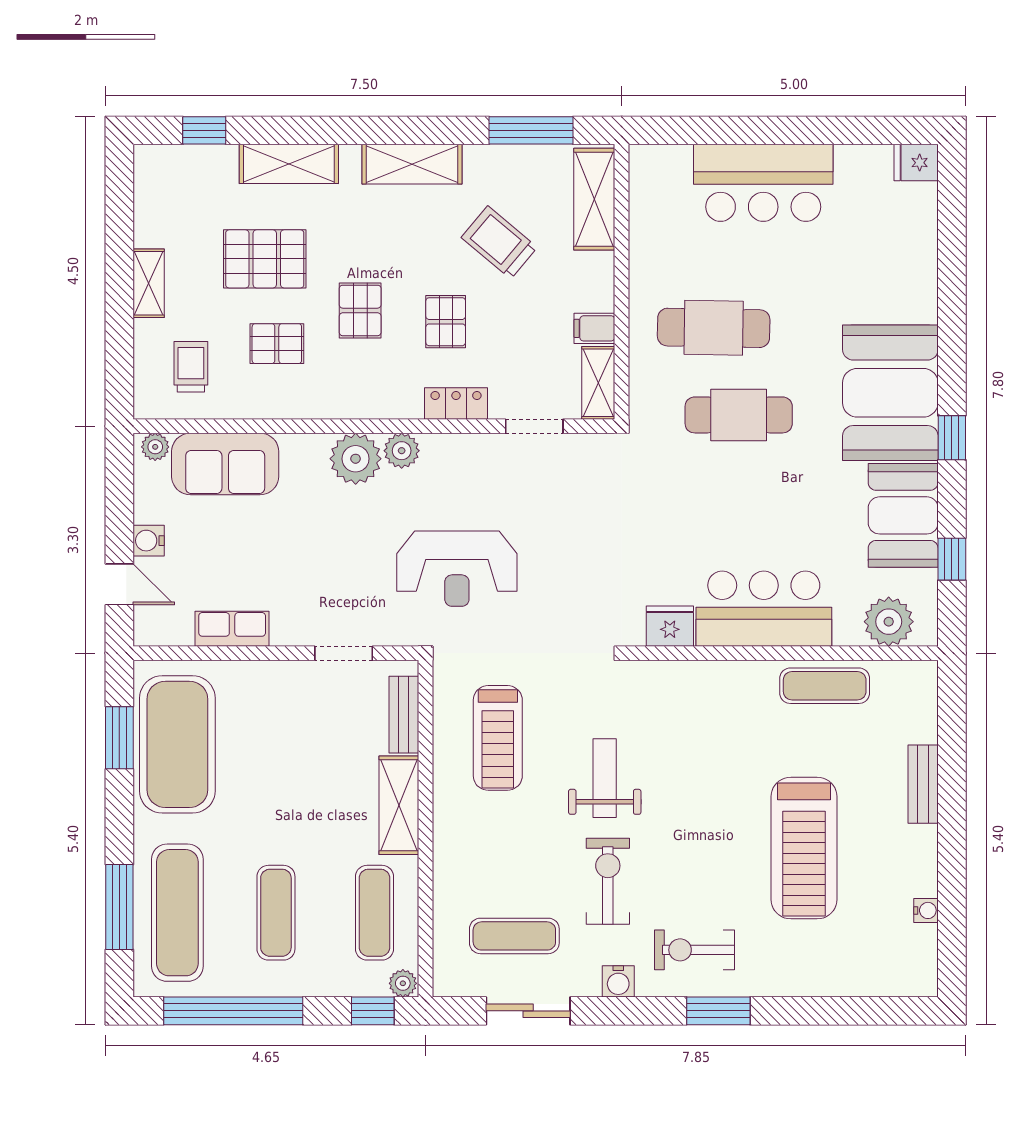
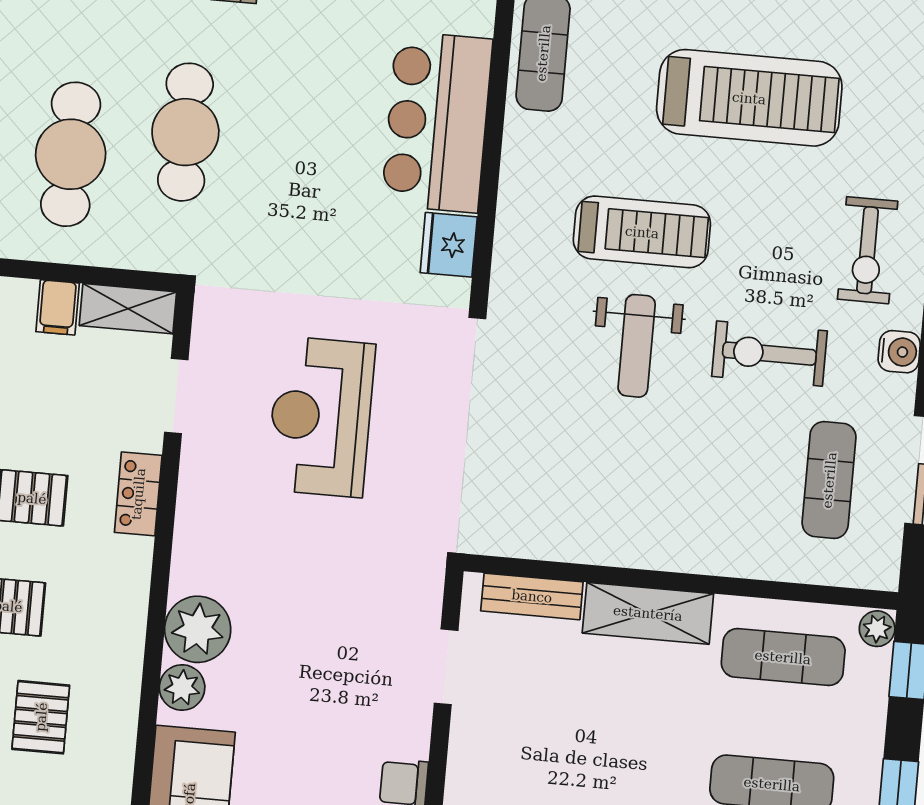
plant: (402, 451) -> (182, 688), moved
reception desk: (457, 569) -> (321, 417), moved, turned 180
treadmill: (498, 738) -> (642, 232), moved
weight bench: (605, 778) -> (637, 346), turned -90

